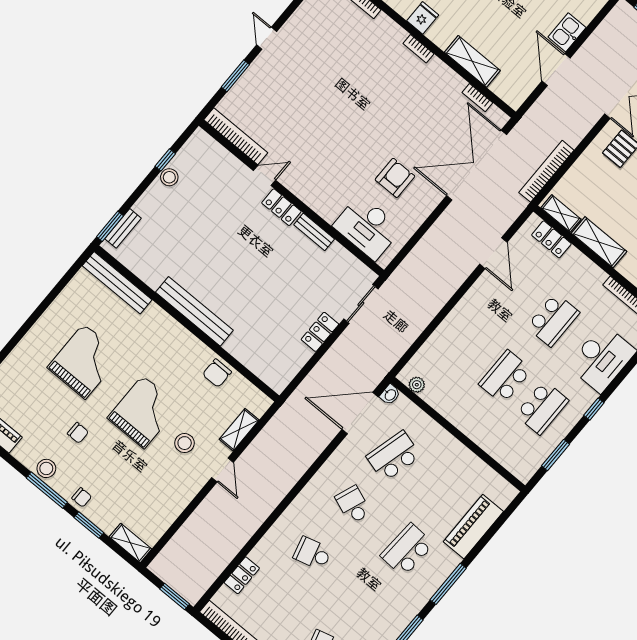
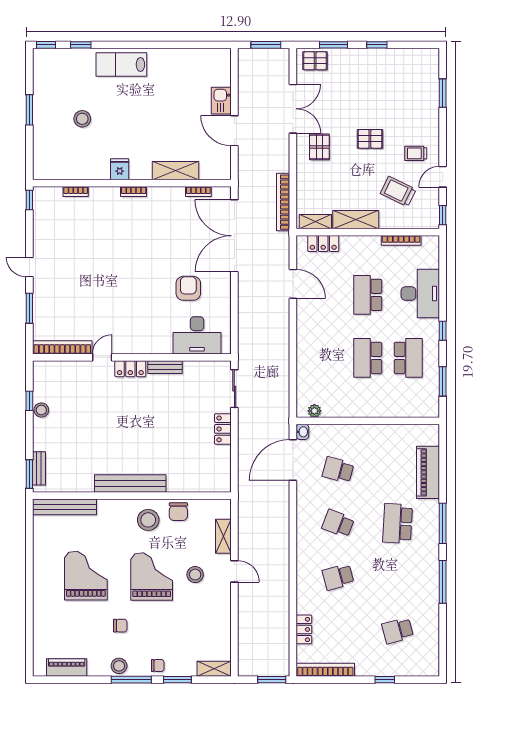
school desk: (553, 320) -> (368, 295), turned 180
stool: (183, 358) -> (148, 520), added
school desk: (394, 456) -> (338, 470), width x0.54

